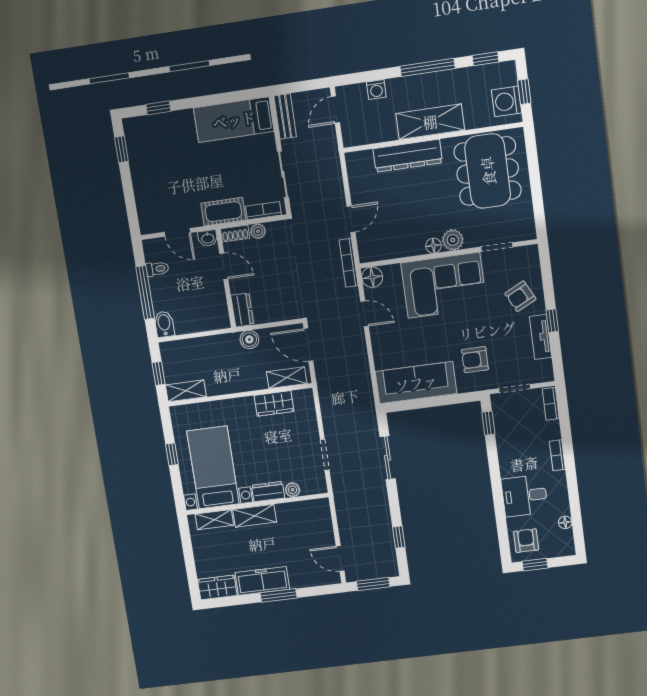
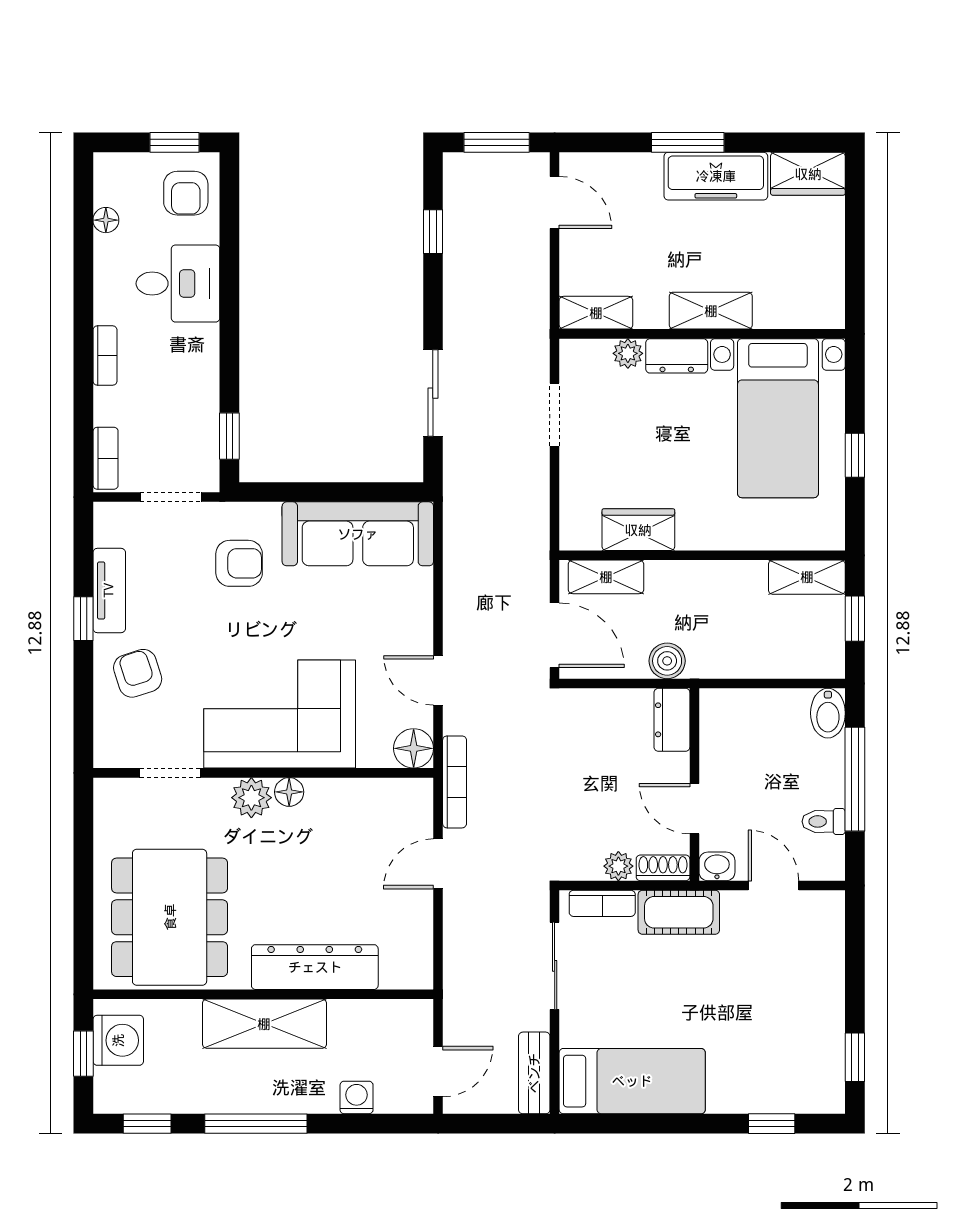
armchair: (520, 296) -> (138, 673), turned -81
shelving: (214, 520) -> (596, 313), moved

